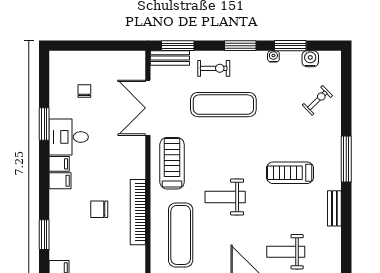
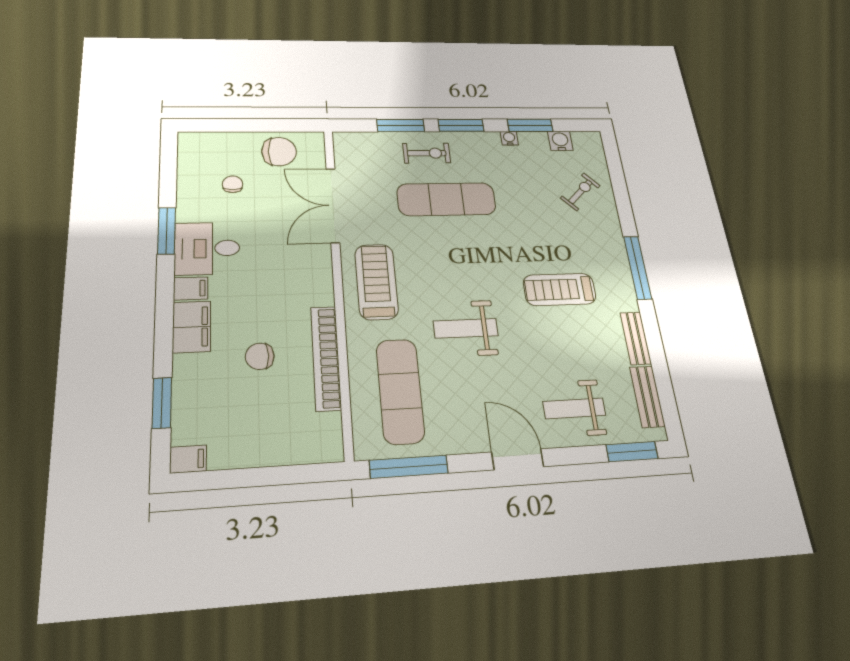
window: (178, 46) -> (401, 125), moved
bench: (170, 58) -> (647, 397), moved, turned 90
chair: (115, 66) -> (279, 152), added
filing cabinet: (60, 181) -> (192, 327), width x2.00

